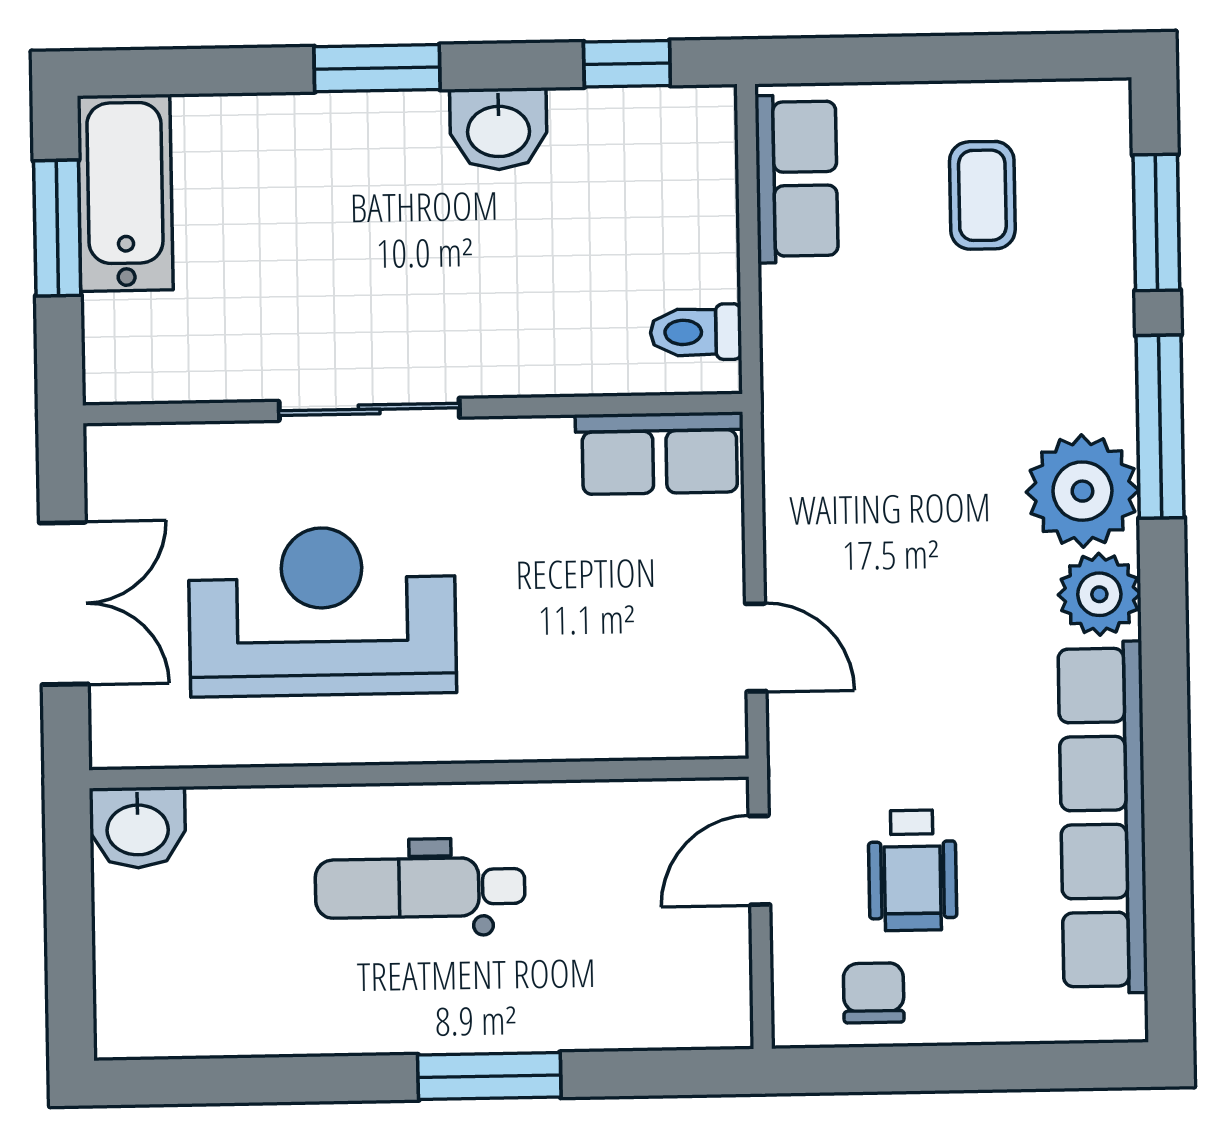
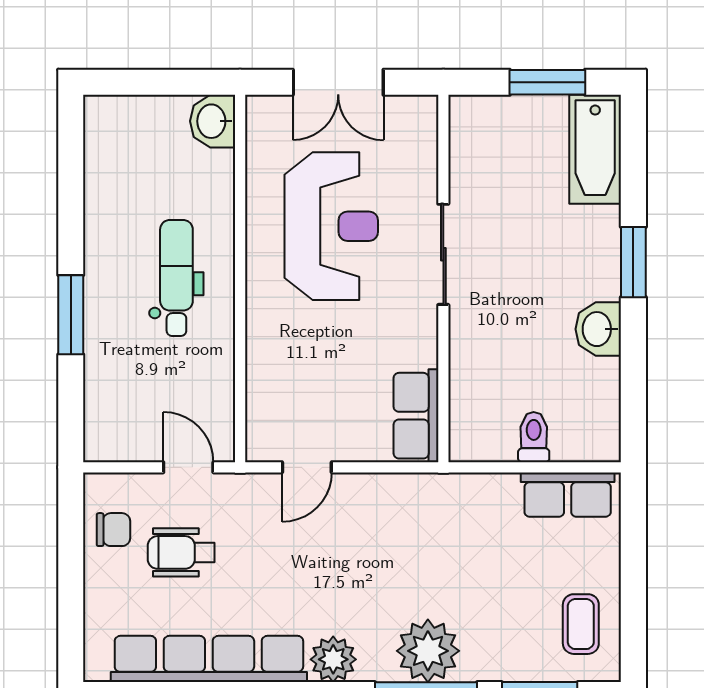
window: (627, 64) -> (633, 401), removed
bathtub: (125, 193) -> (595, 149), moved, turned 90
coffee table: (982, 195) -> (581, 624), moved, turned 90
toilet: (696, 332) -> (534, 437), moved
plant: (1082, 491) -> (428, 651), moved

